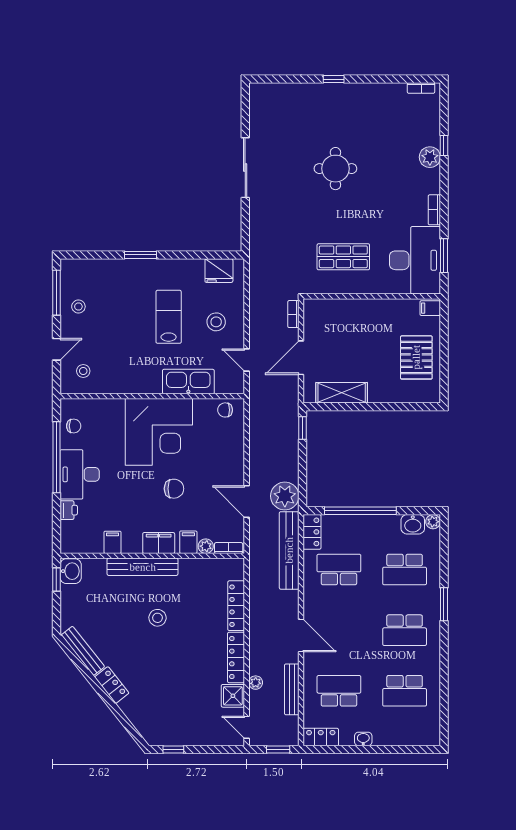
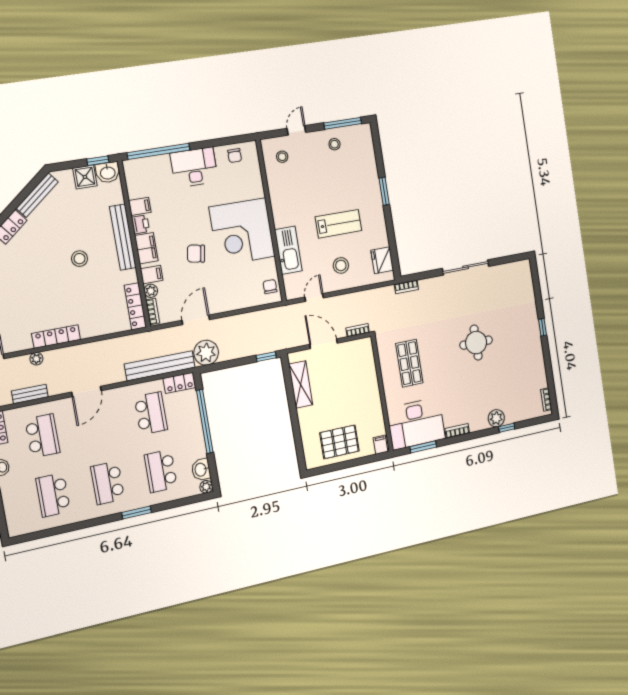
bookcase: (255, 246) -> (406, 287), added
door: (56, 349) -> (296, 130), swing flipped
window: (56, 457) -> (159, 151), moved
chair: (174, 489) -> (196, 254), turned 100
printer: (69, 510) -> (140, 224), moved, turned -90
locker: (236, 606) -> (135, 306), moved, turned -90
bench: (292, 689) -> (30, 394), width x0.73
shower: (233, 696) -> (85, 177), moved

